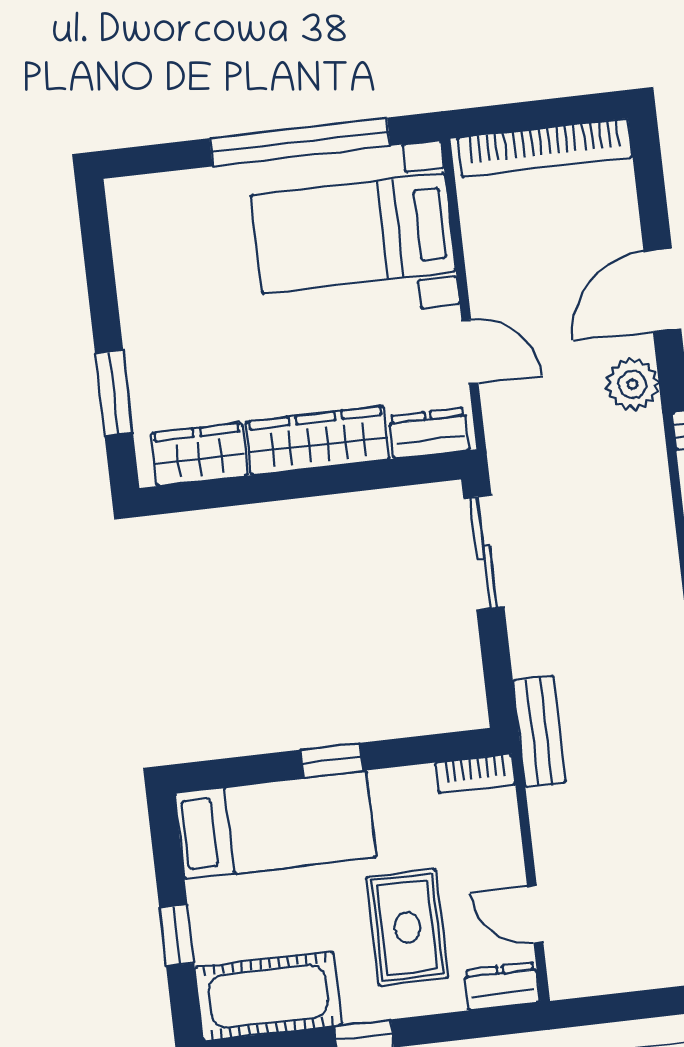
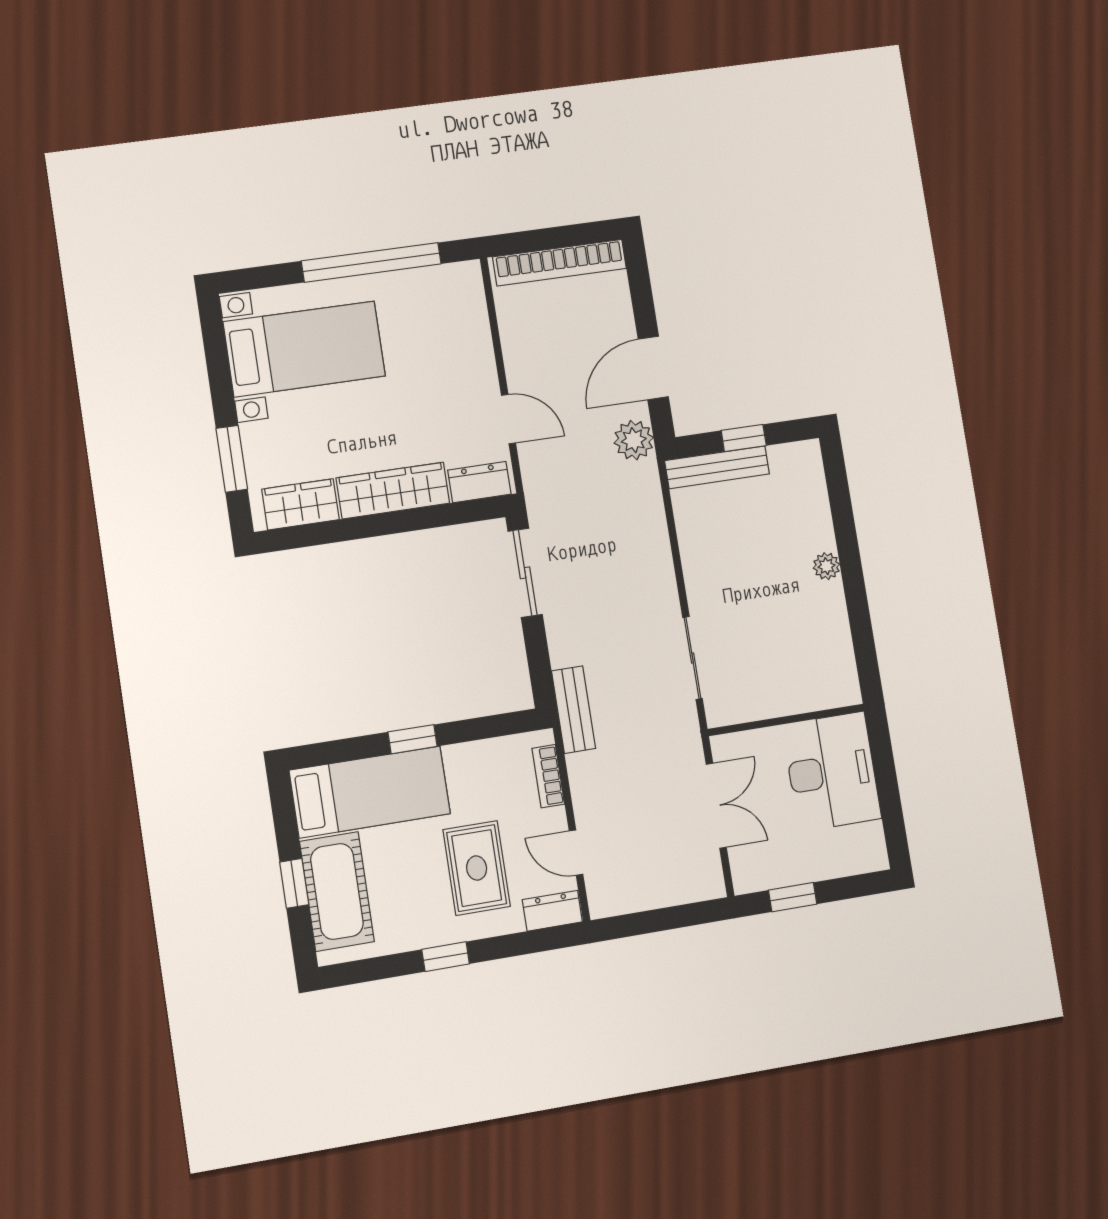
bed with nightstands: (353, 233) -> (304, 349), moved, turned 180
bookcase: (475, 774) -> (548, 776), moved, turned 90
cot: (268, 996) -> (337, 891), moved, turned 90

